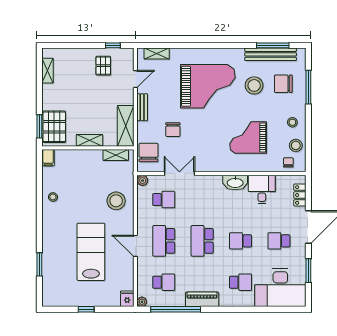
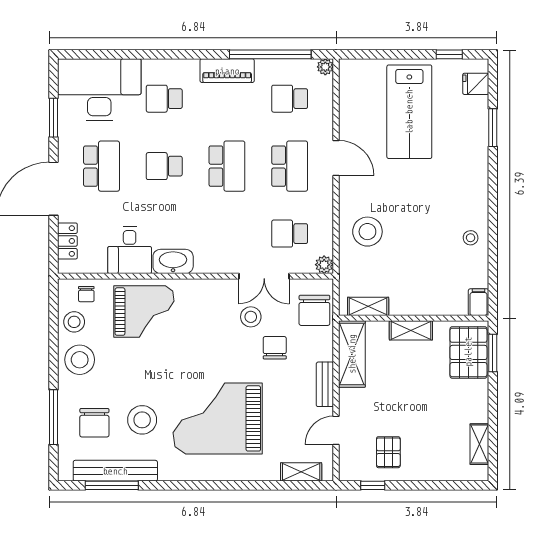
chair: (283, 84) -> (94, 423), turned 90
stool: (292, 122) -> (80, 360), width x1.89, depth x1.89
grand piano: (248, 137) -> (144, 312), moved
stool: (188, 149) -> (251, 317), added
school desk: (241, 241) -> (164, 166), turned 180
school desk: (279, 241) -> (102, 166), width x1.85
lab bench: (91, 252) -> (409, 112), moved
fridge: (127, 299) -> (476, 84), moved, turned 90
window: (86, 309) -> (449, 54), moved

